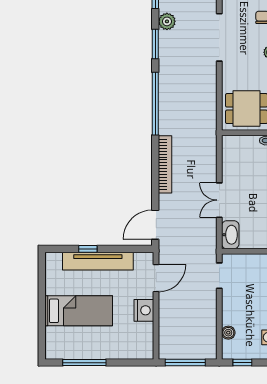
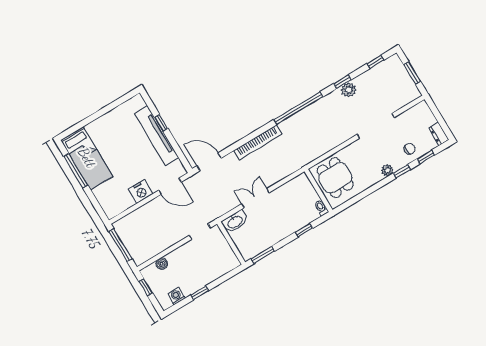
plant: (167, 21) -> (348, 90), moved
window: (155, 44) -> (342, 82), width x0.67
bed: (79, 311) -> (87, 158), moved

